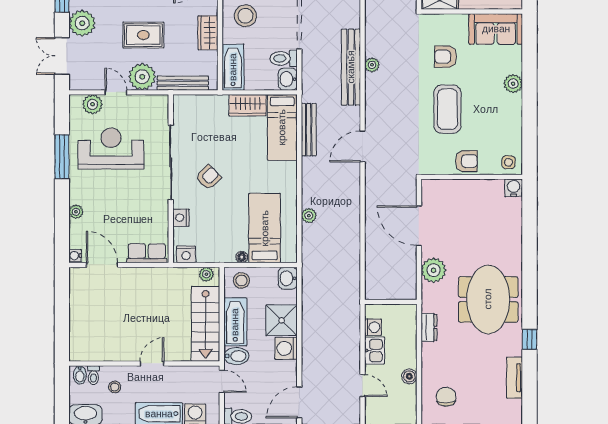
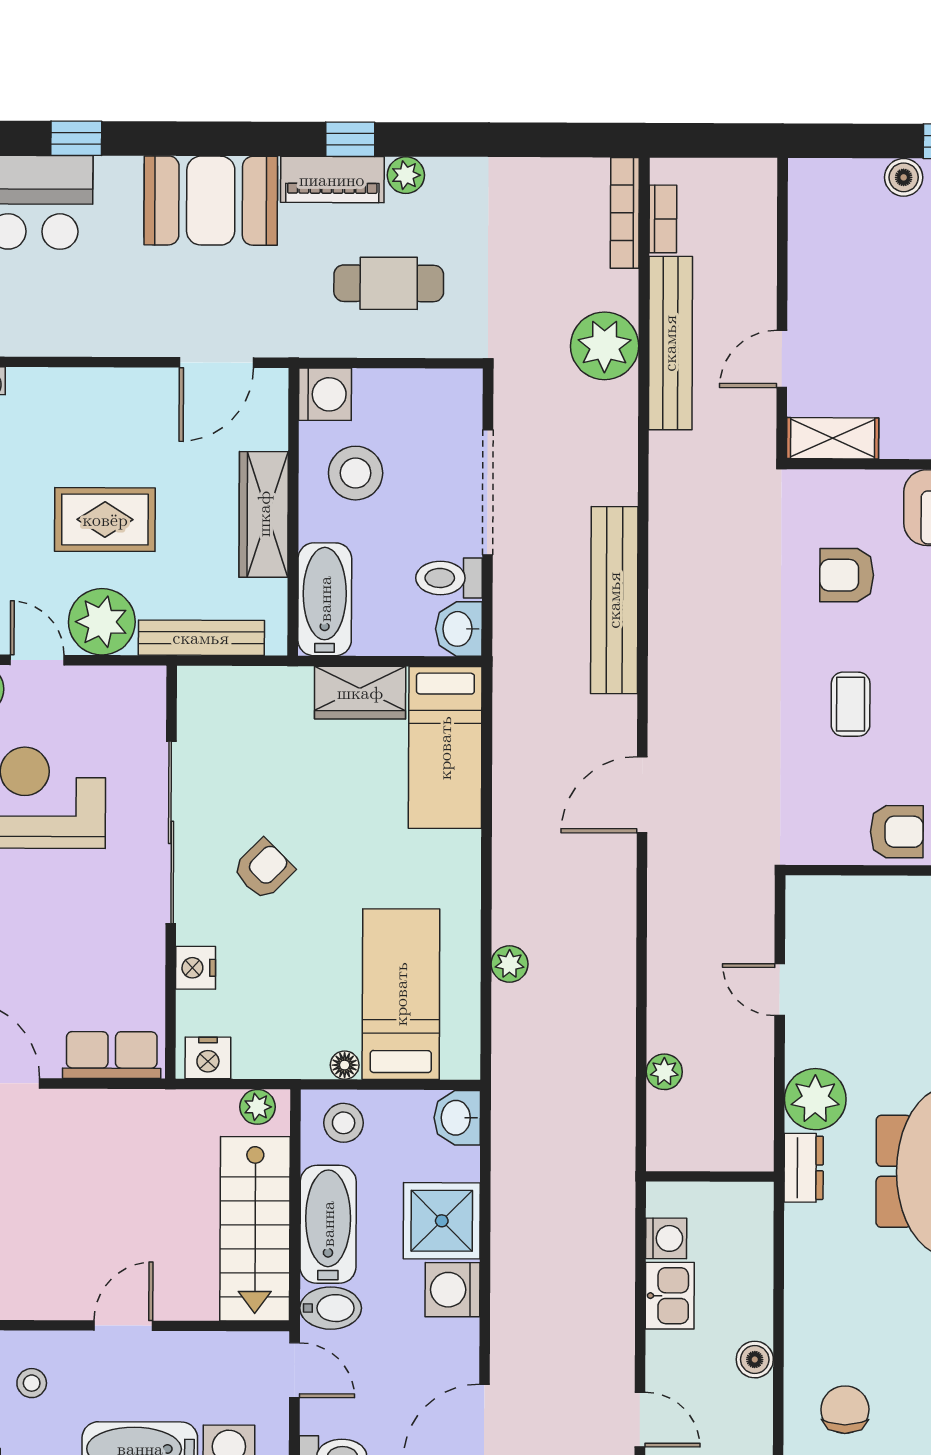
wardrobe: (208, 33) -> (264, 514), width x1.50
plant: (372, 65) -> (664, 1072), moved
coffee table: (447, 109) -> (851, 704), width x0.54, depth x0.58
bench: (309, 130) -> (510, 753), removed
door: (419, 226) -> (780, 990), width x0.53
dresser: (429, 327) -> (804, 1168), moved
door: (363, 386) -> (640, 1420), moved

